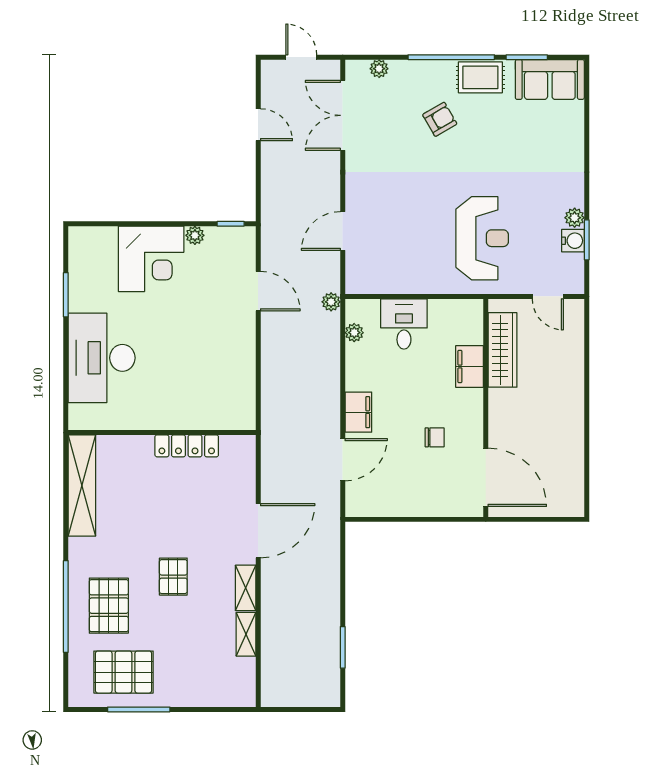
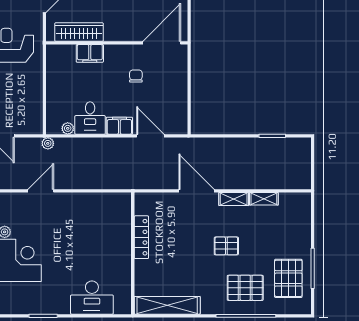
desk: (404, 324) -> (90, 118), moved, turned -90
desk: (102, 358) -> (92, 298), width x0.73, depth x0.77

